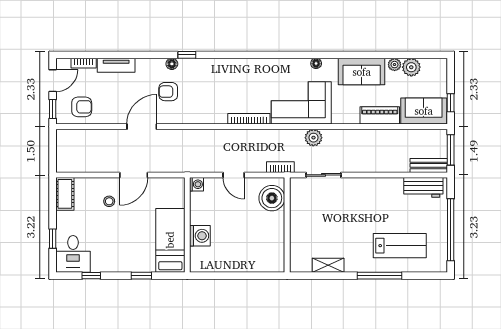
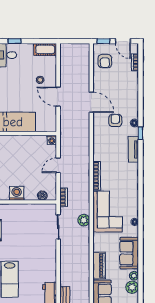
tv unit: (116, 65) -> (133, 149), moved
boiler: (272, 198) -> (42, 196), width x0.54, depth x0.54
washing machine: (200, 236) -> (17, 193), moved, turned 180

